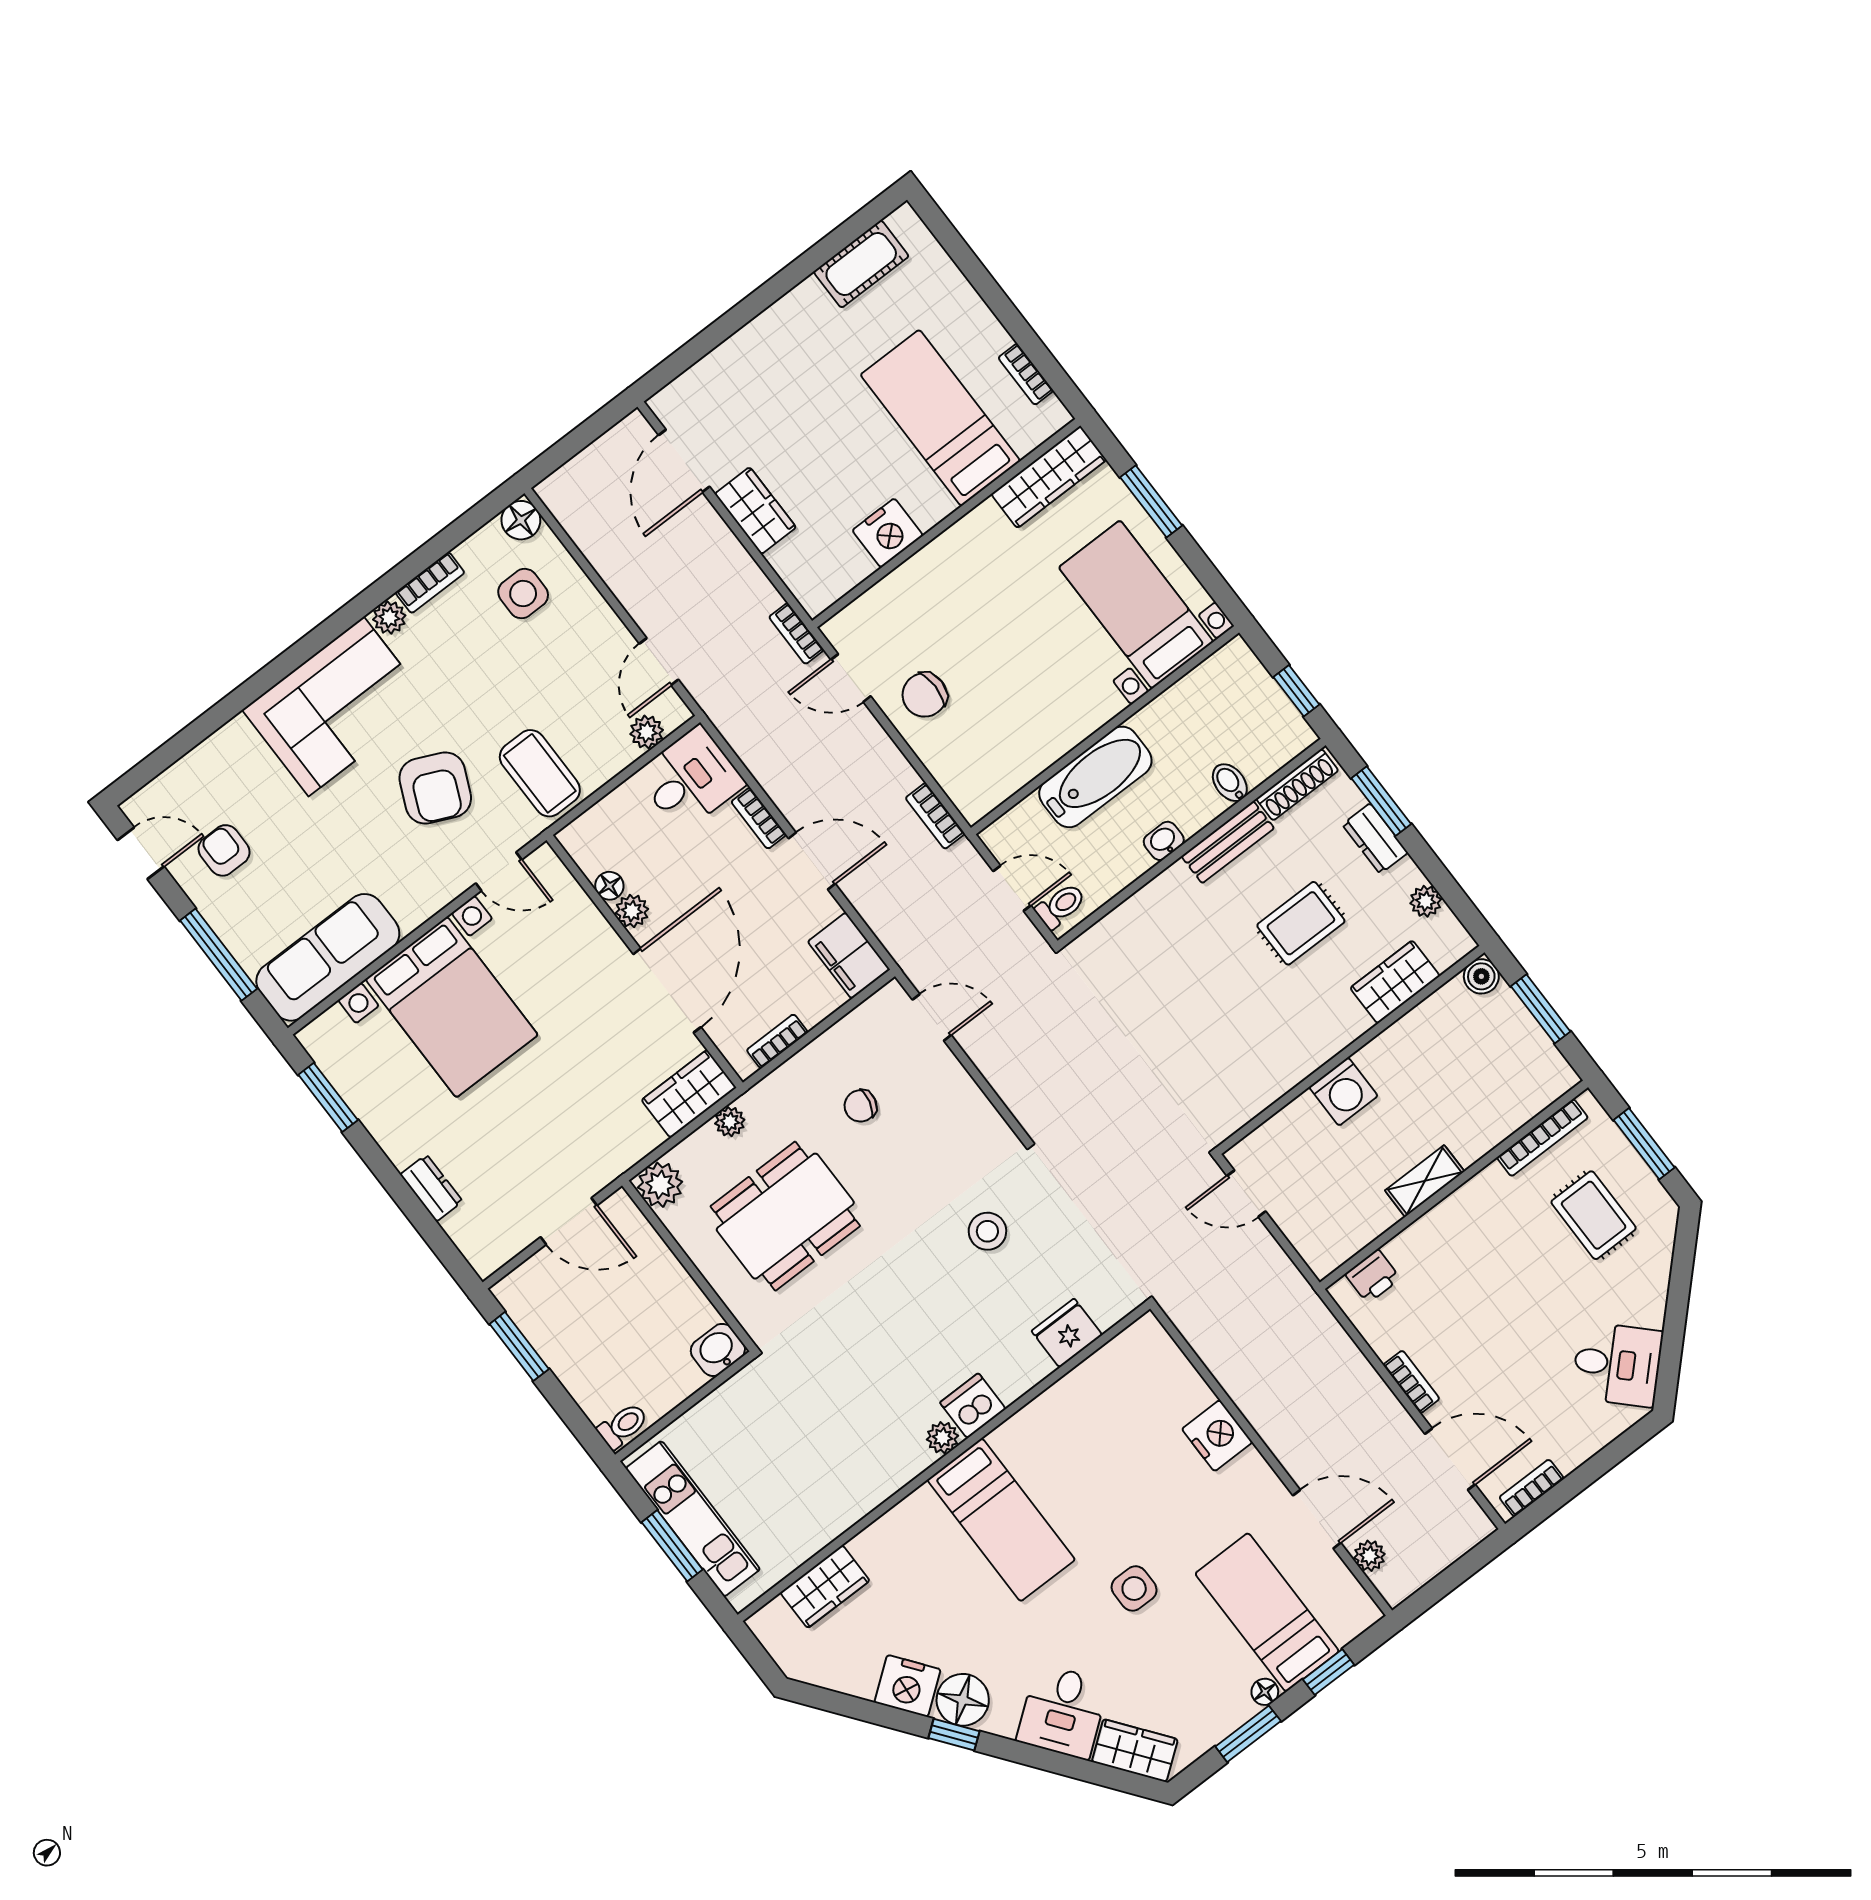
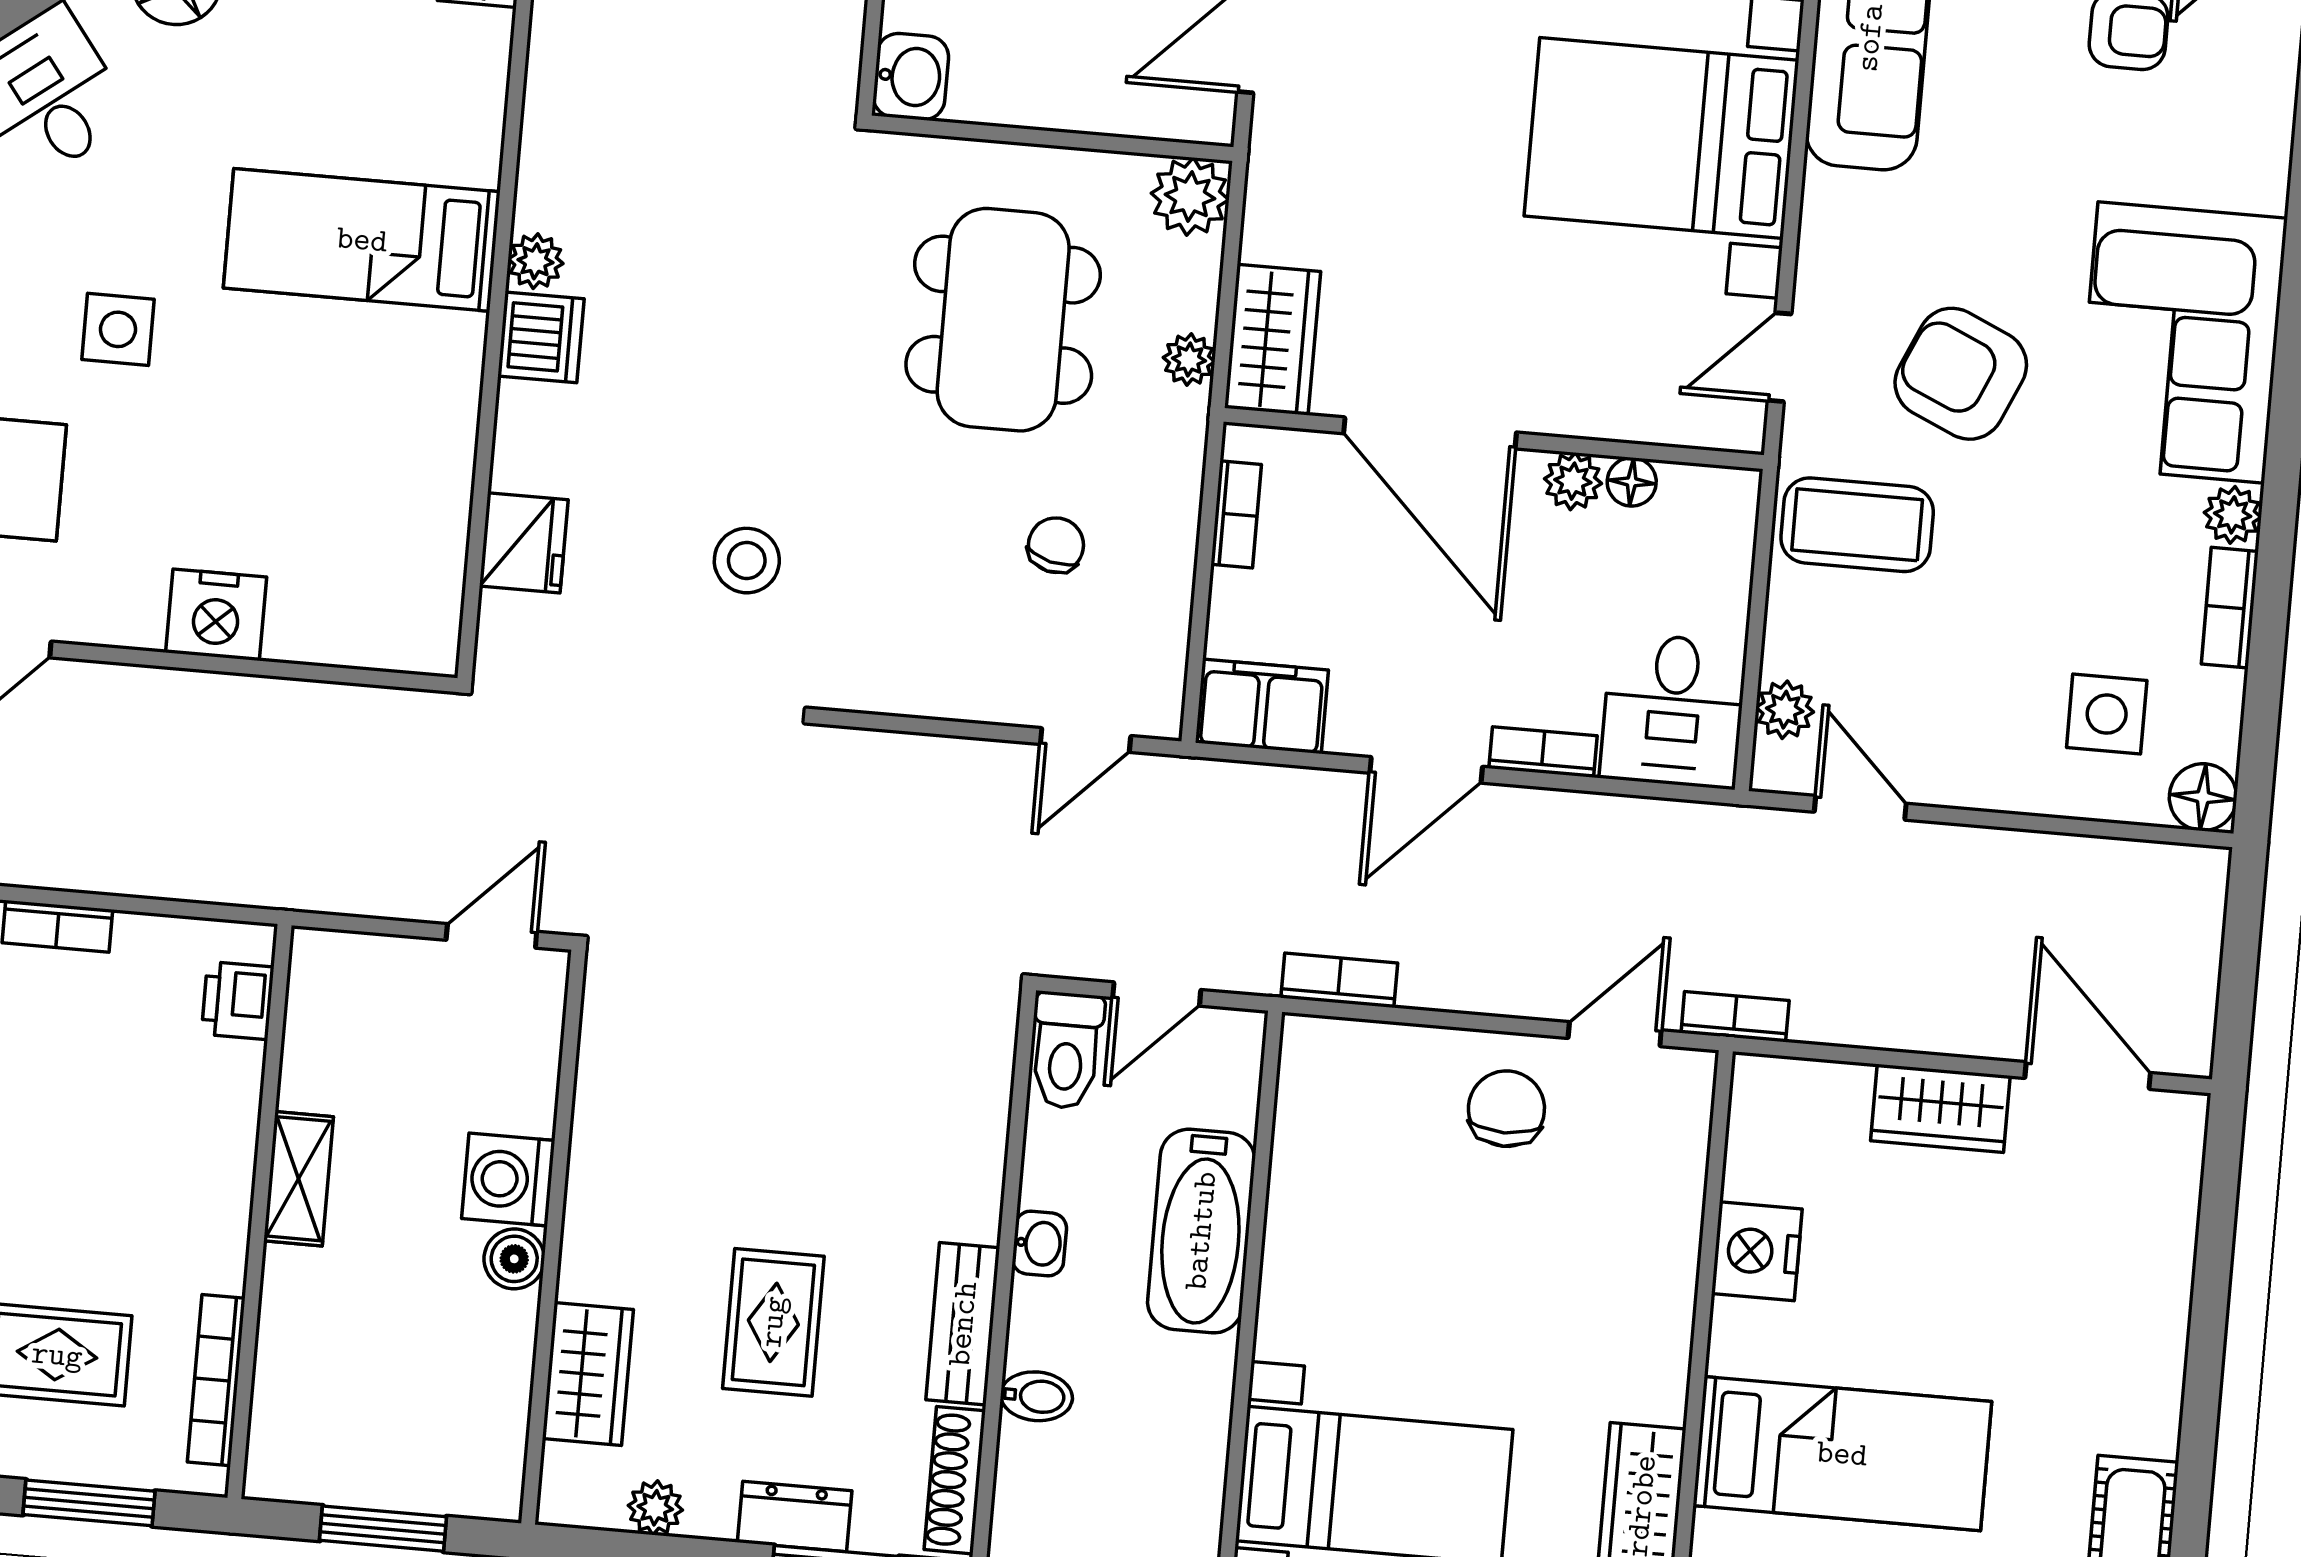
toilet: (1061, 906) -> (1066, 1050), width x1.37, depth x1.39
boiler: (1481, 976) -> (514, 1259), moved

